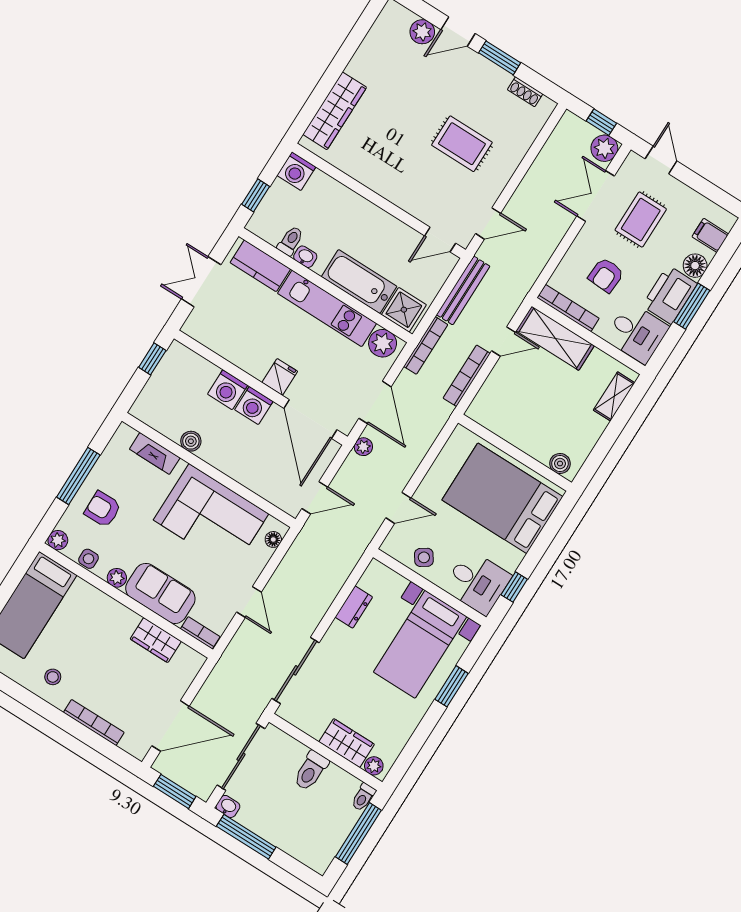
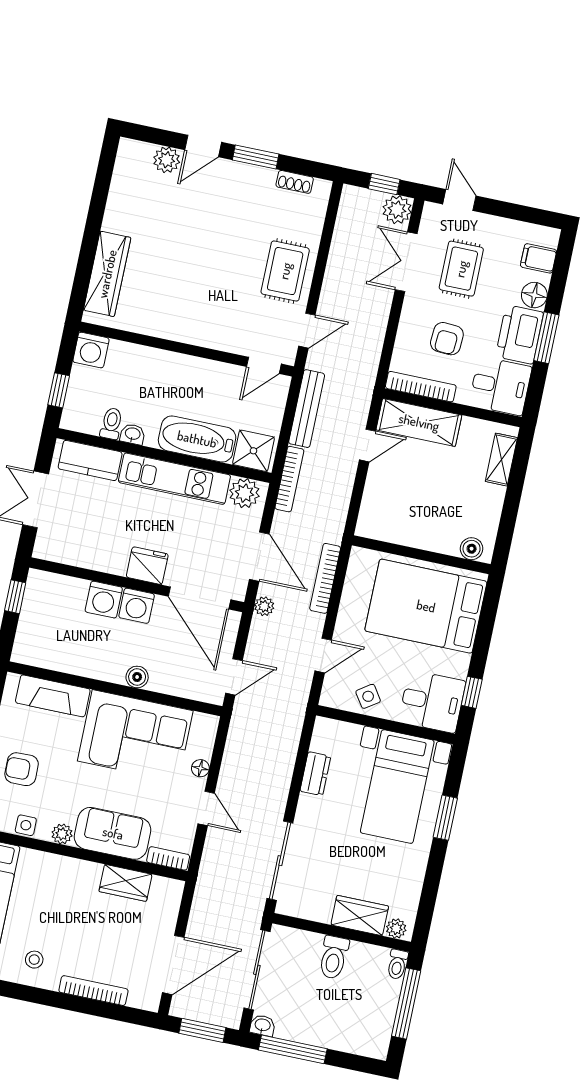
rug: (462, 144) -> (285, 271), moved, turned 90
bookcase: (467, 376) -> (325, 578), moved
fridge: (280, 377) -> (147, 566), width x1.38
boiler: (191, 441) -> (137, 677), moved
fireplace: (155, 453) -> (53, 696), width x1.37, depth x1.32
floor lamp: (273, 539) -> (200, 768), moved

